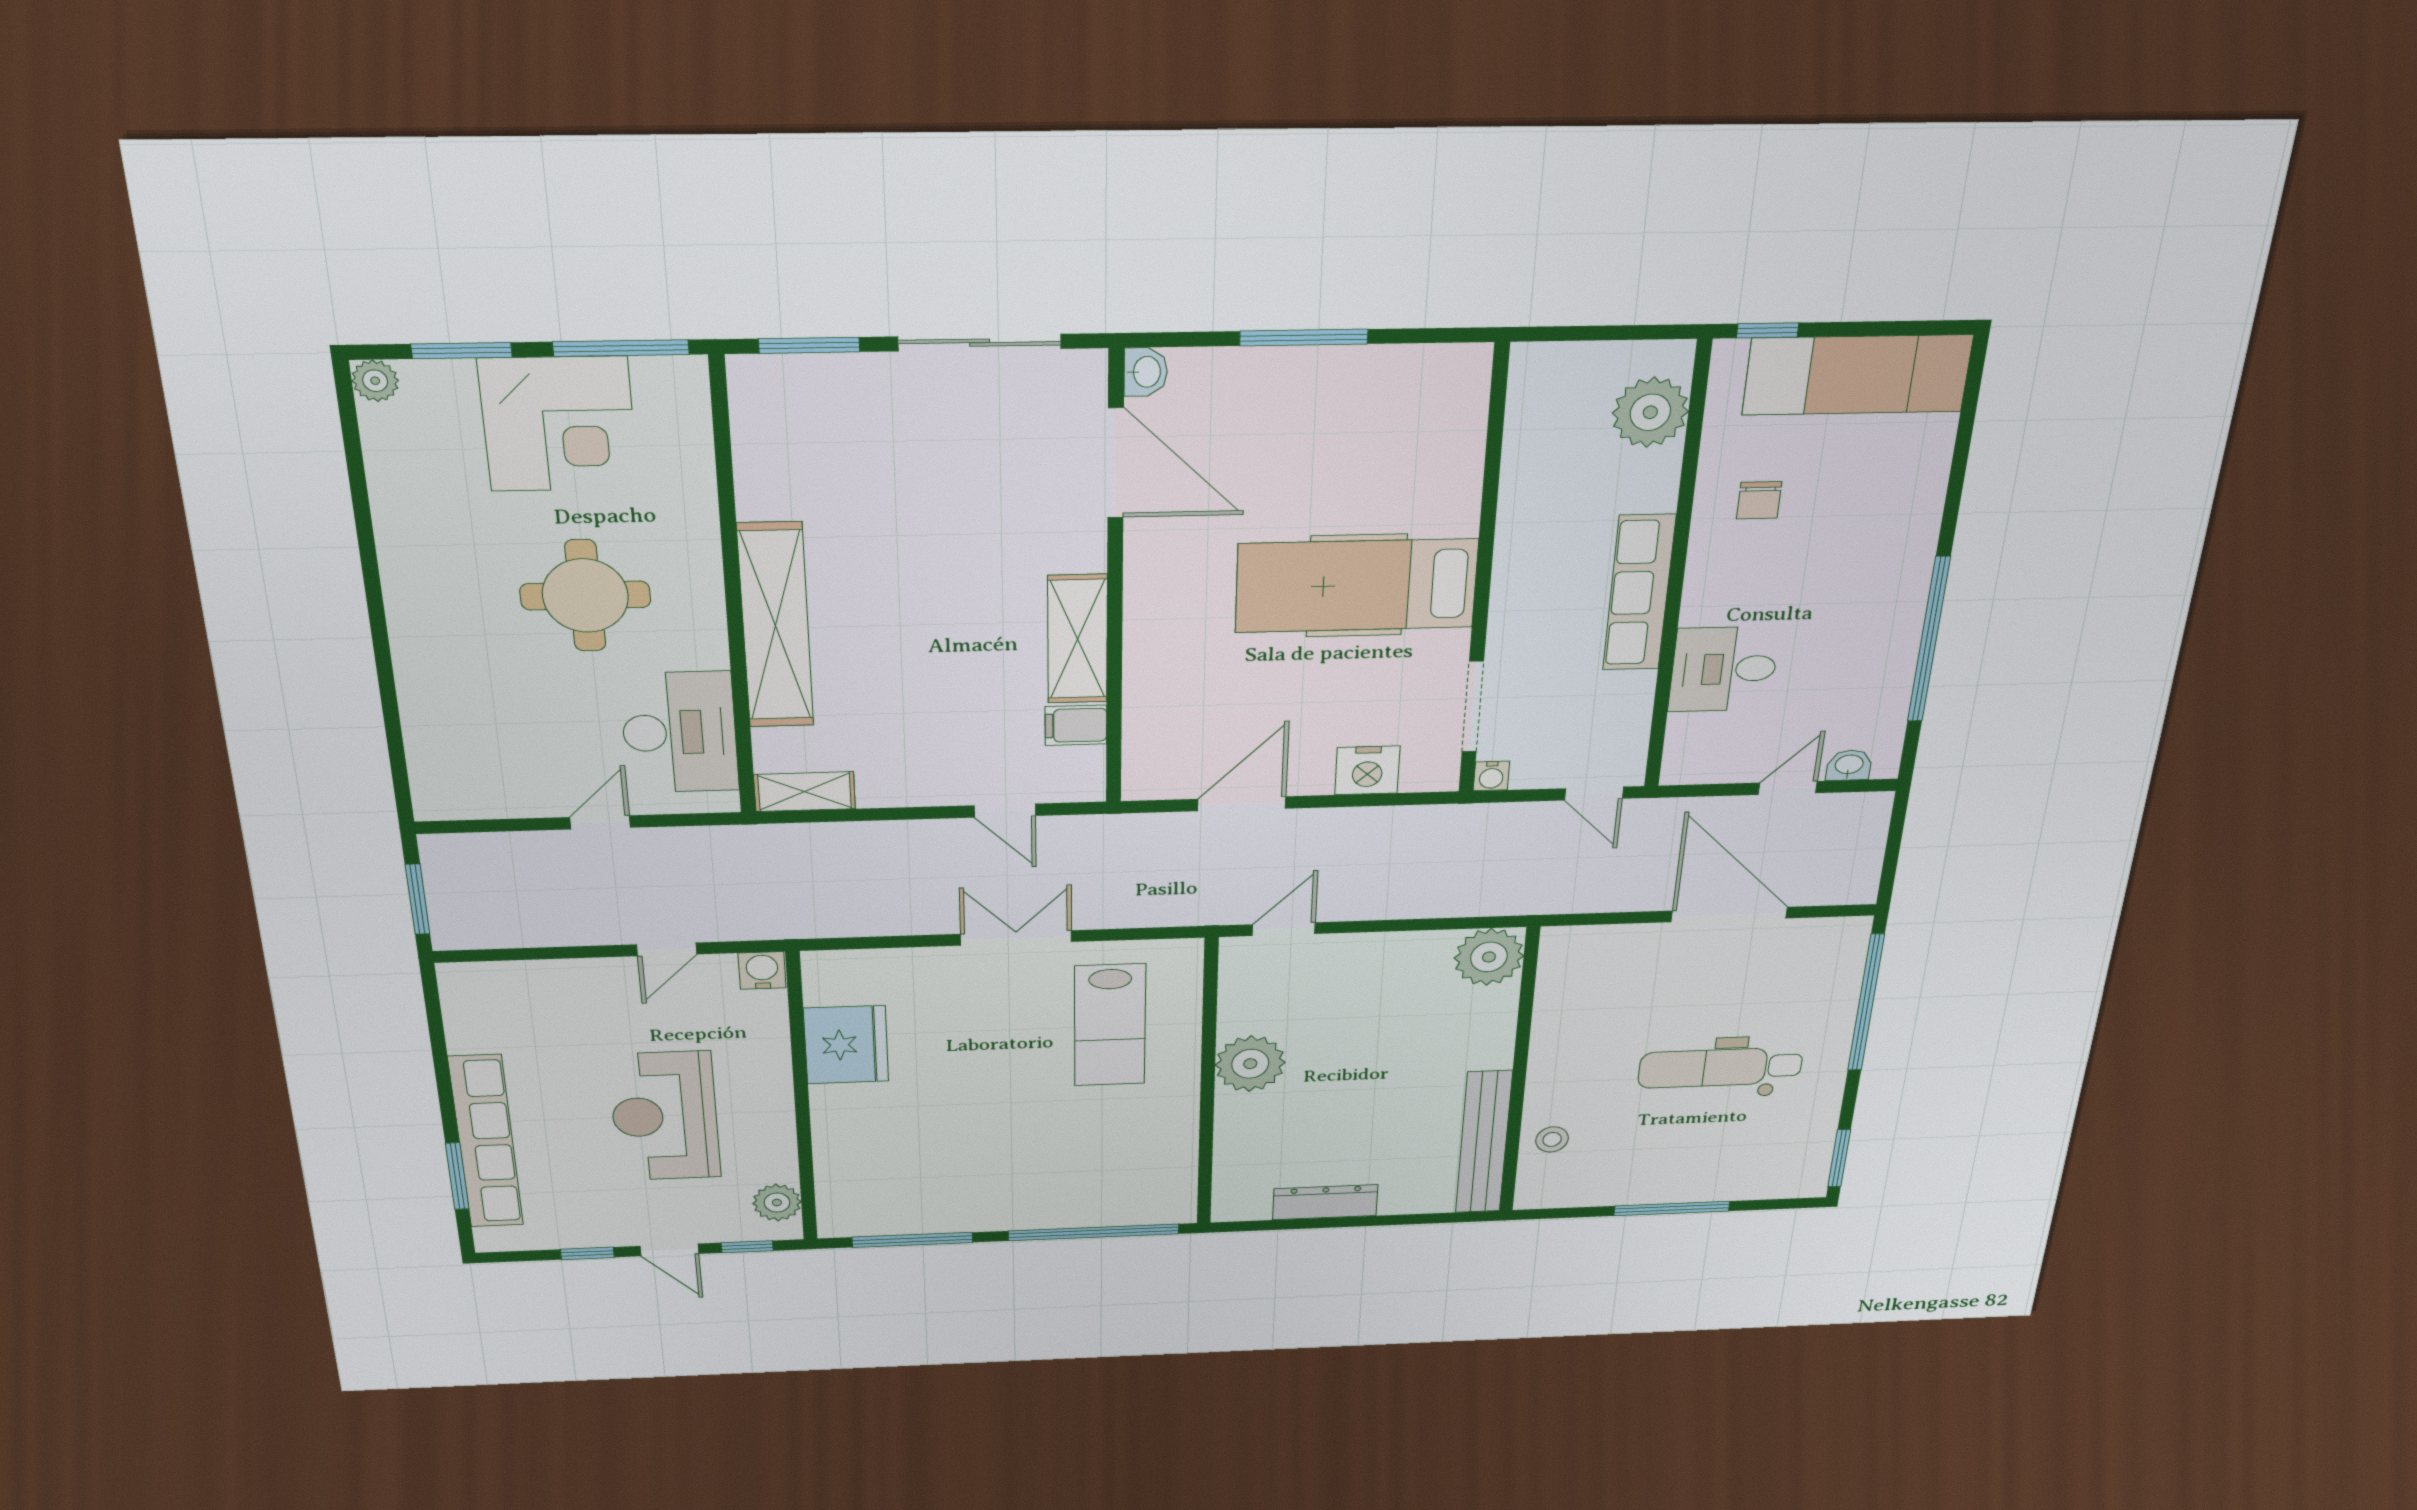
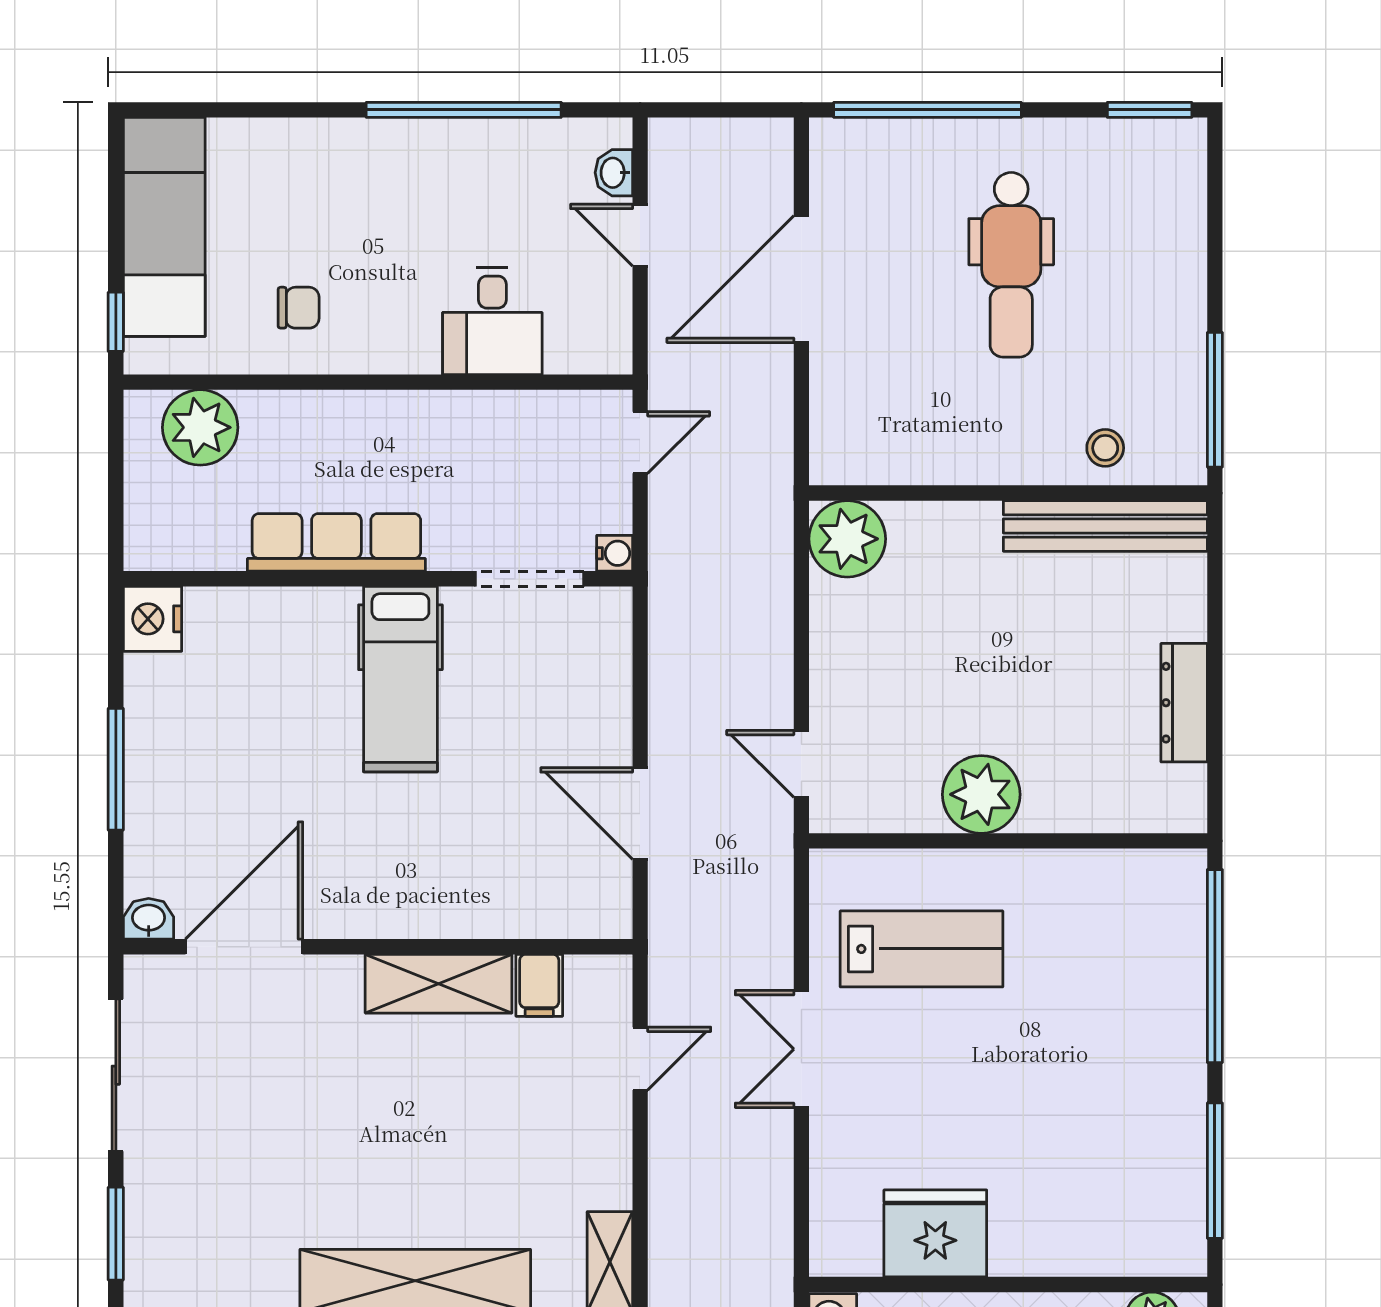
hospital bed: (1356, 586) -> (400, 679), width x0.73, depth x0.78
row of seats: (1639, 593) -> (336, 542), moved, turned 180
nightstand: (1367, 770) -> (153, 619), moved, turned 180
window: (1672, 1208) -> (1215, 400), moved

